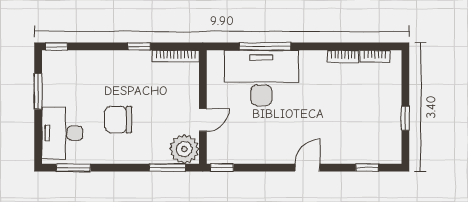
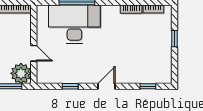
window: (405, 118) -> (174, 39), moved
door: (203, 120) -> (34, 53), hinge flipped
window: (222, 168) -> (70, 86), moved

